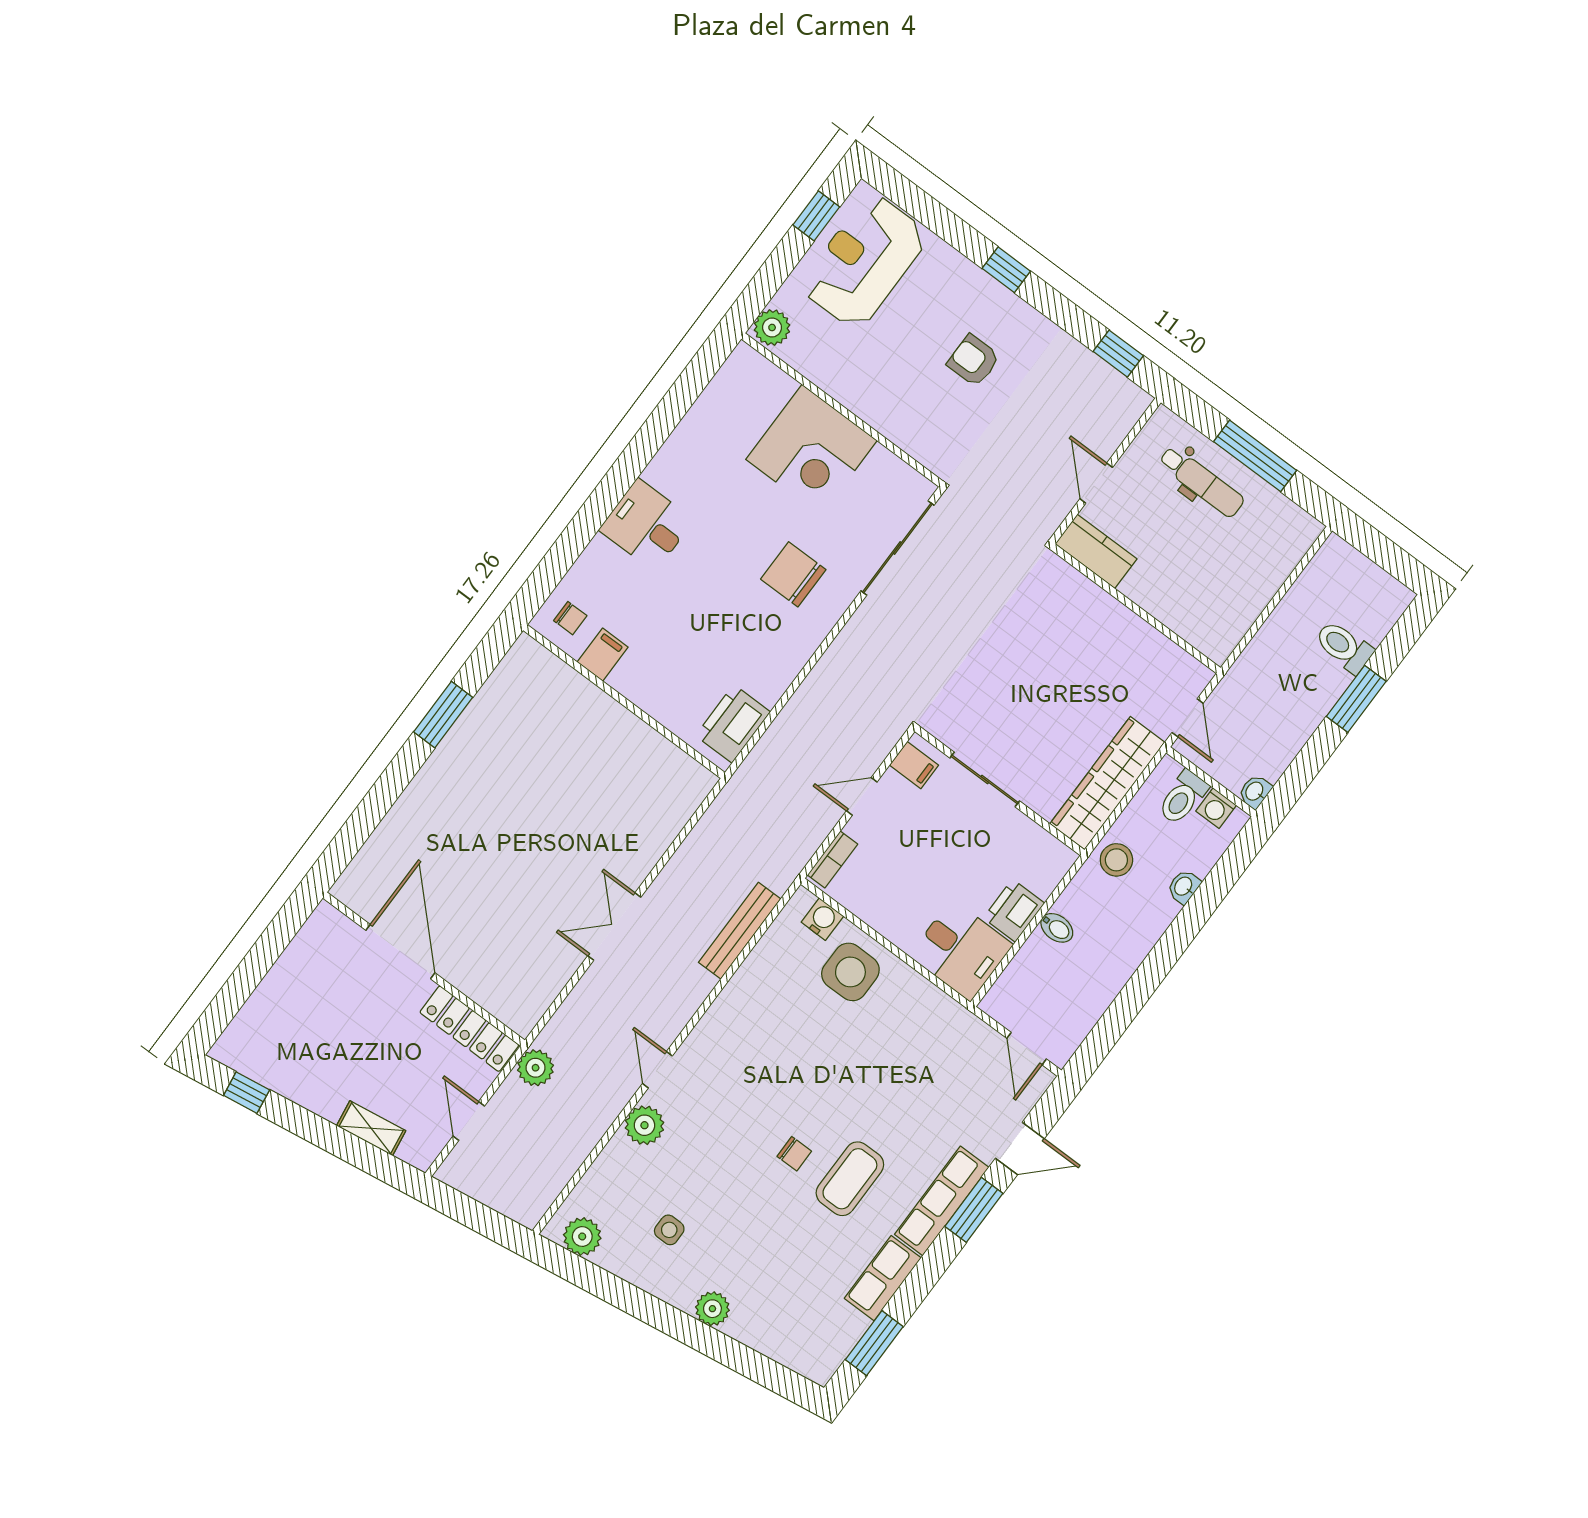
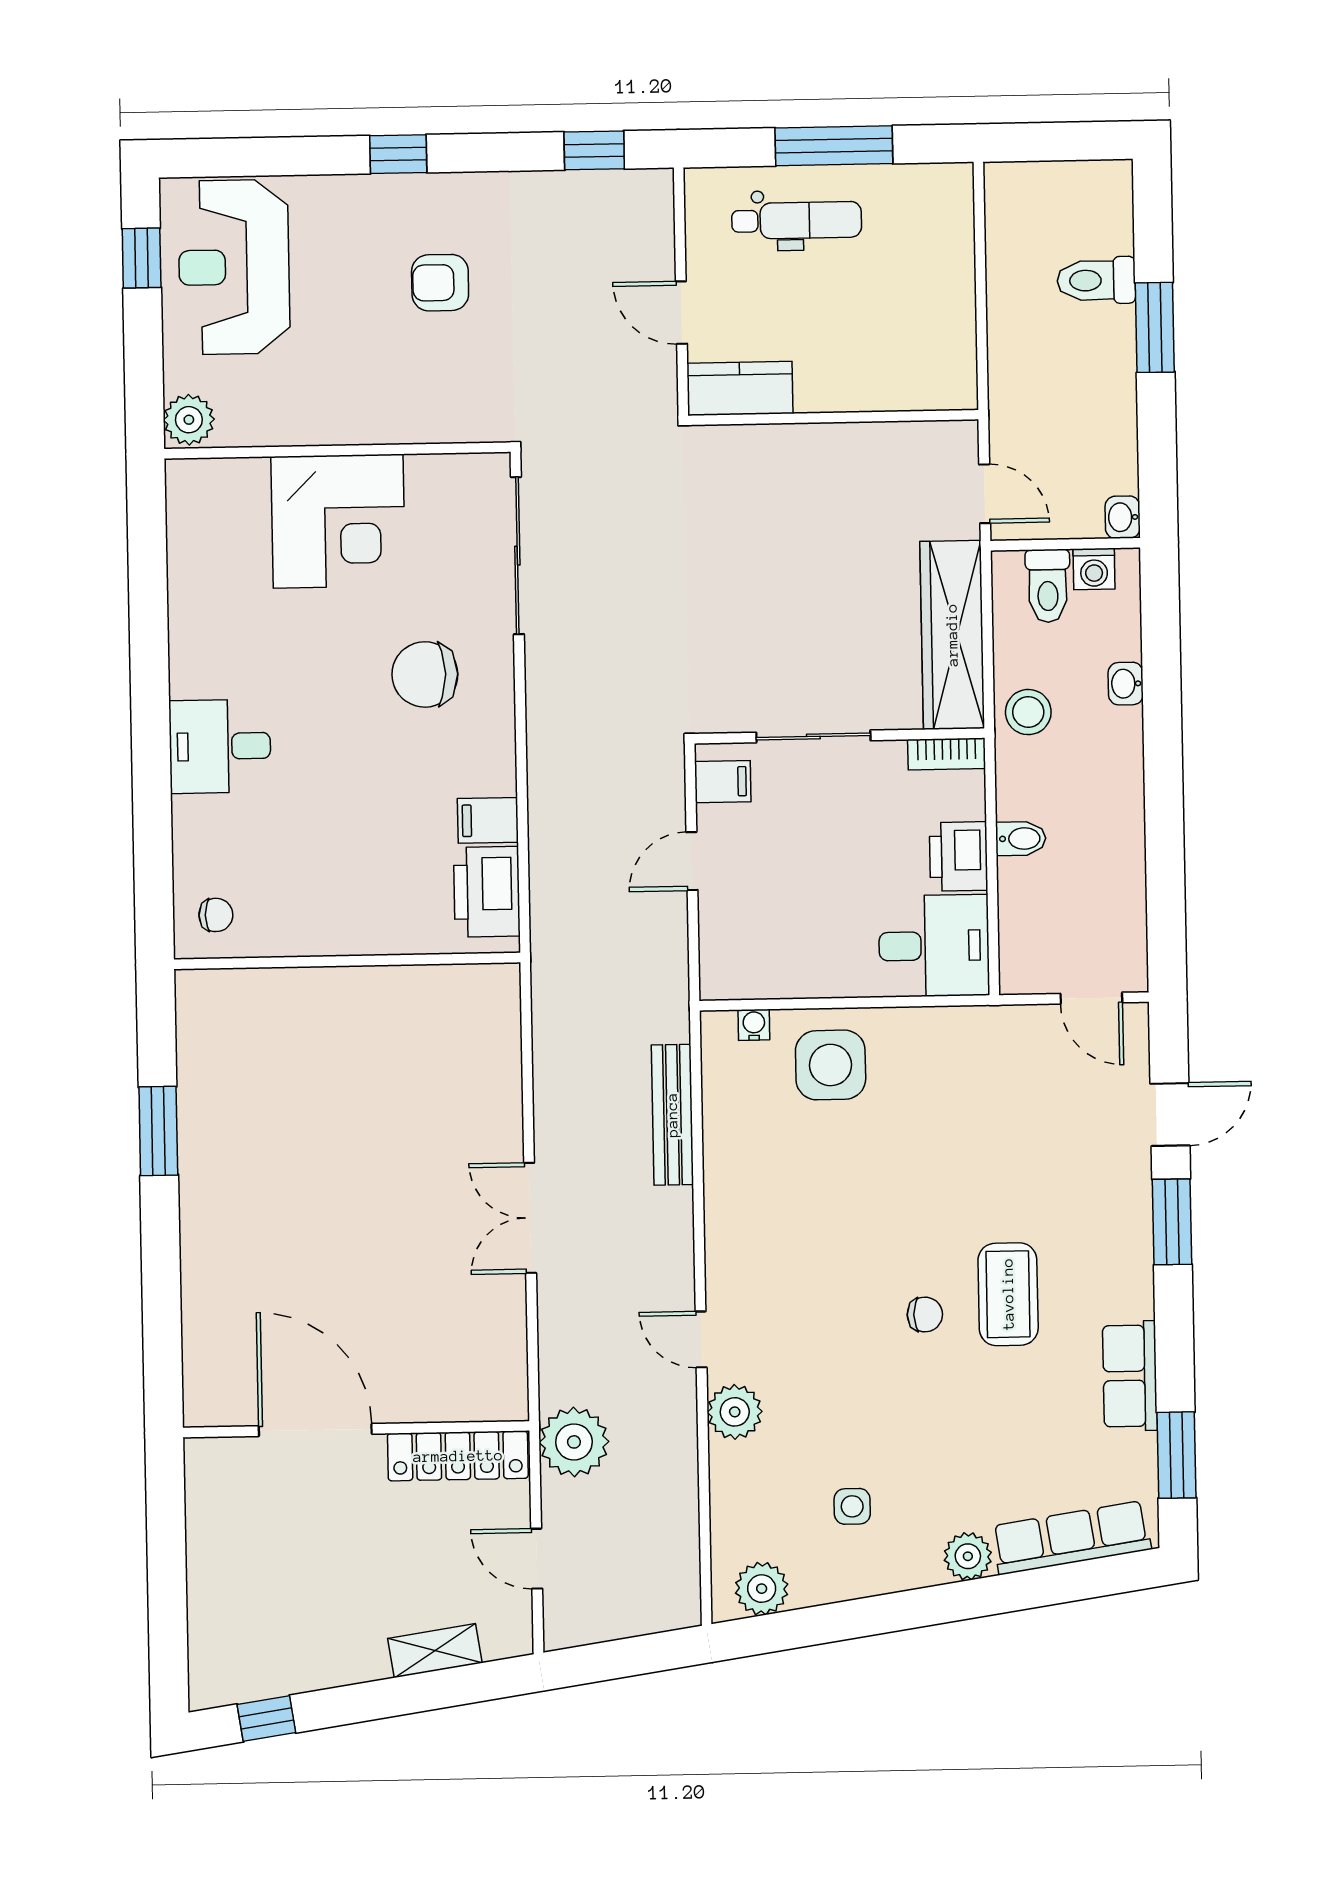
filing cabinet: (603, 655) -> (488, 820), moved, turned -90
bookcase: (832, 859) -> (946, 754), moved, turned 90
water cooler: (822, 919) -> (754, 1025), width x0.72, depth x0.72
plant: (536, 1068) -> (574, 1442), width x1.36, depth x1.36
row of seats: (942, 1201) -> (1071, 1538), moved, turned 81

